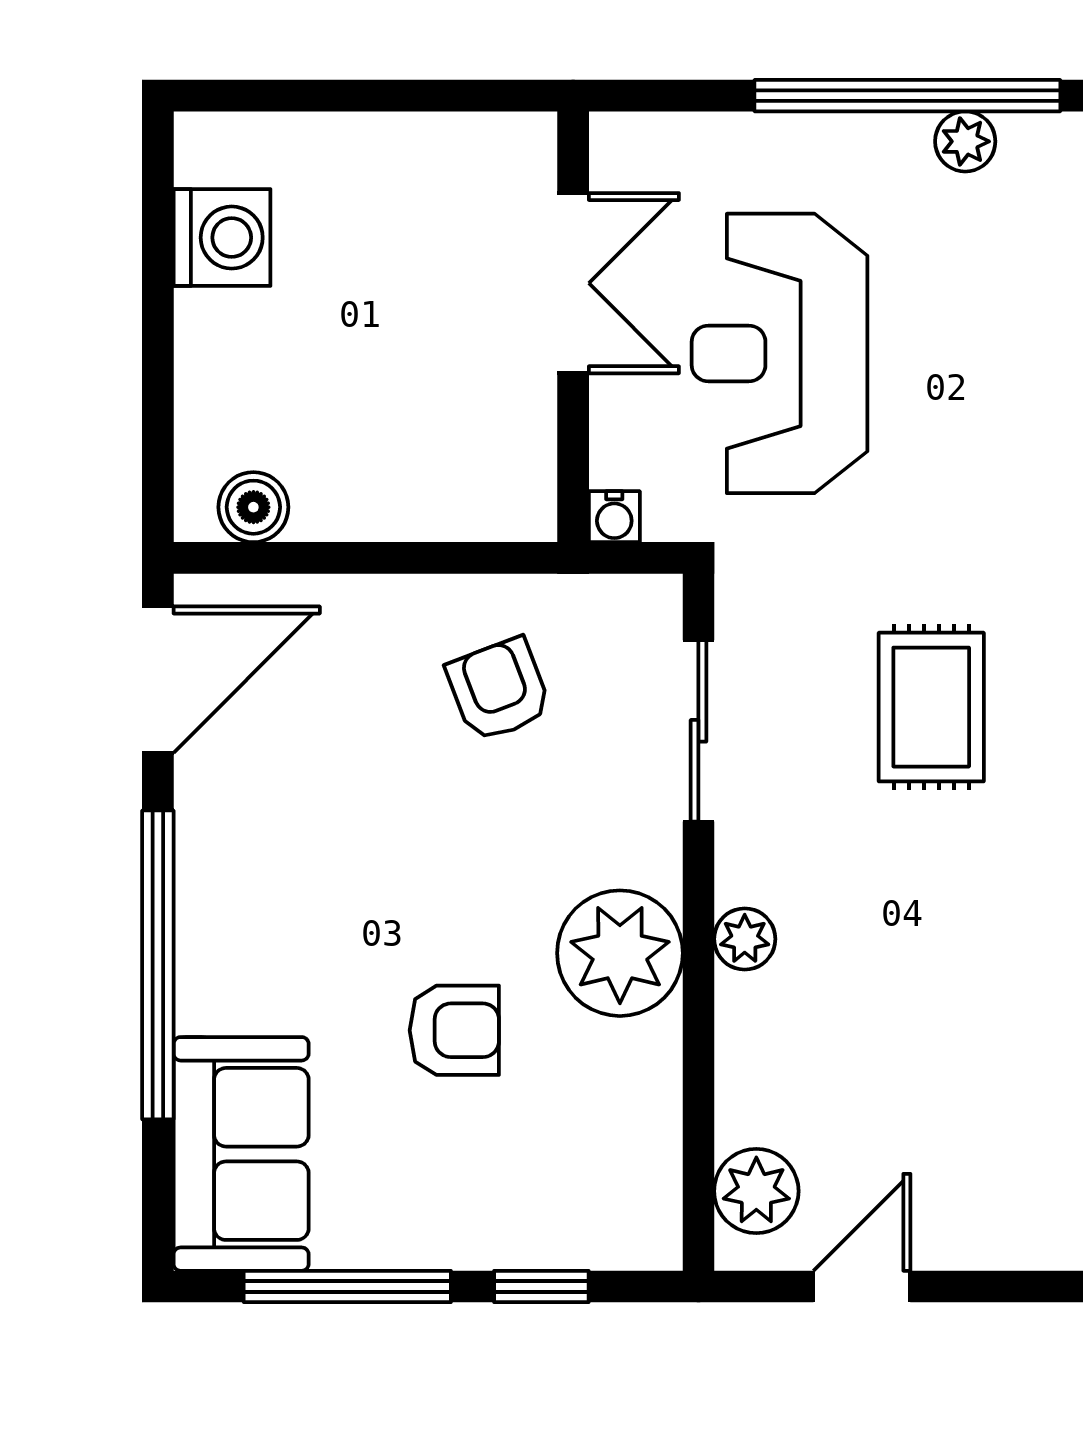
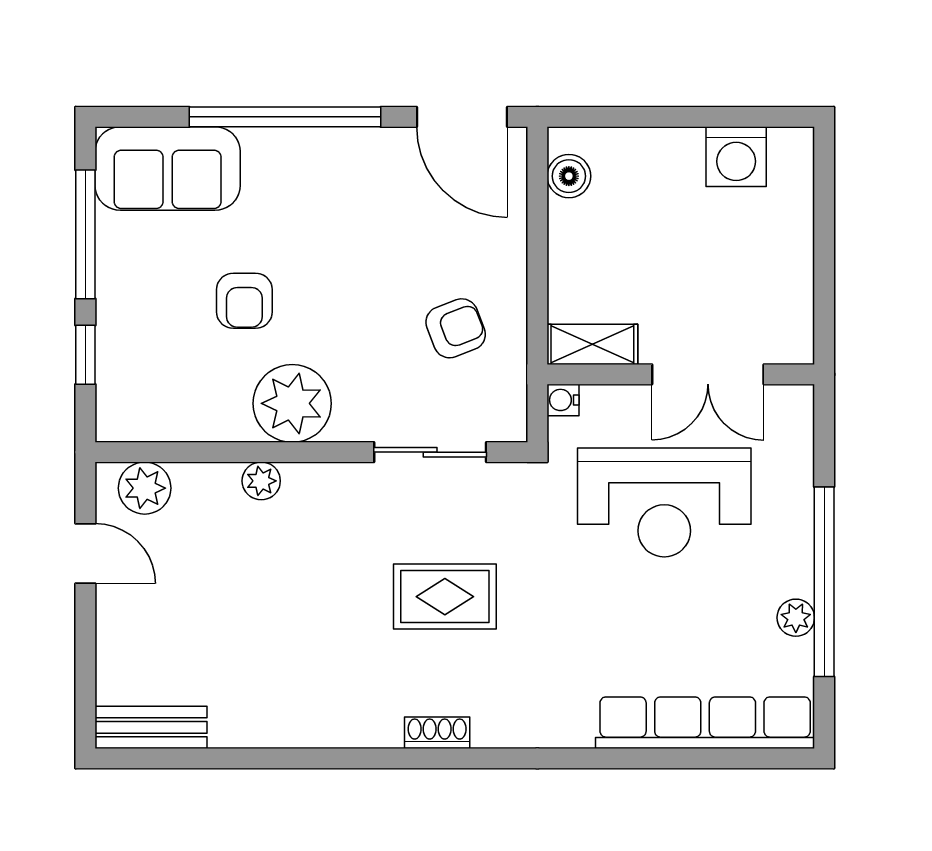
reception desk: (780, 353) -> (664, 502), turned 180
shelving: (525, 469) -> (592, 344), added
plant: (745, 939) -> (261, 481), moved

